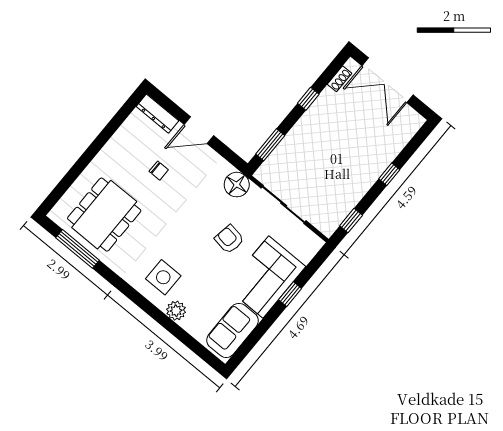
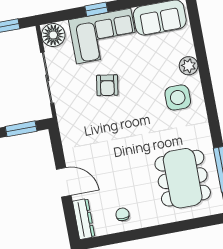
chair: (159, 171) -> (123, 214), moved
floor lamp: (237, 185) -> (53, 35), moved
dining table: (104, 215) -> (183, 178), turned 90

